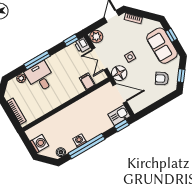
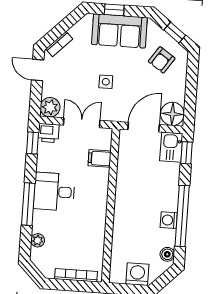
double door: (100, 59) -> (82, 123), swing flipped
floor lamp: (119, 73) -> (172, 114), moved
desk: (40, 77) -> (54, 192), moved

